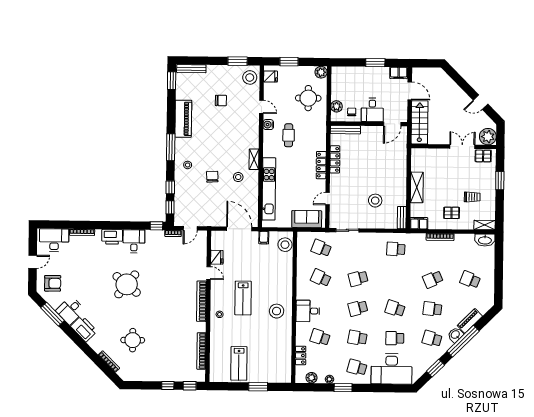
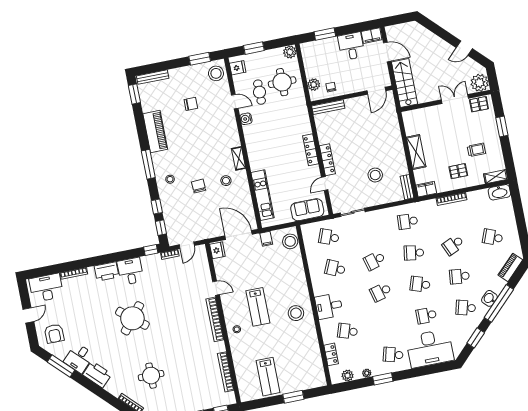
window: (375, 63) -> (325, 34), moved
desk: (372, 110) -> (351, 46), moved, turned 180
cafe table: (289, 135) -> (259, 92), moved
locker: (335, 159) -> (327, 160), moved
kitchen unit: (269, 189) -> (263, 195), width x0.73
fridge: (217, 257) -> (217, 250), moved
armchair: (53, 283) -> (54, 334), turned 90
piano: (470, 321) -> (510, 267), moved
school desk: (357, 338) -> (414, 253), moved

